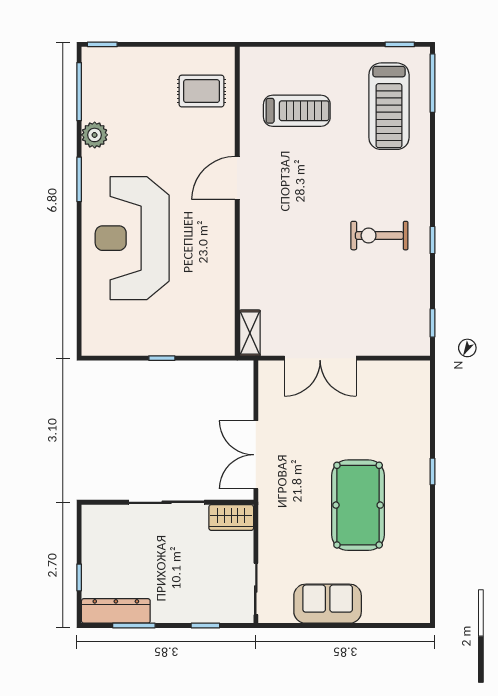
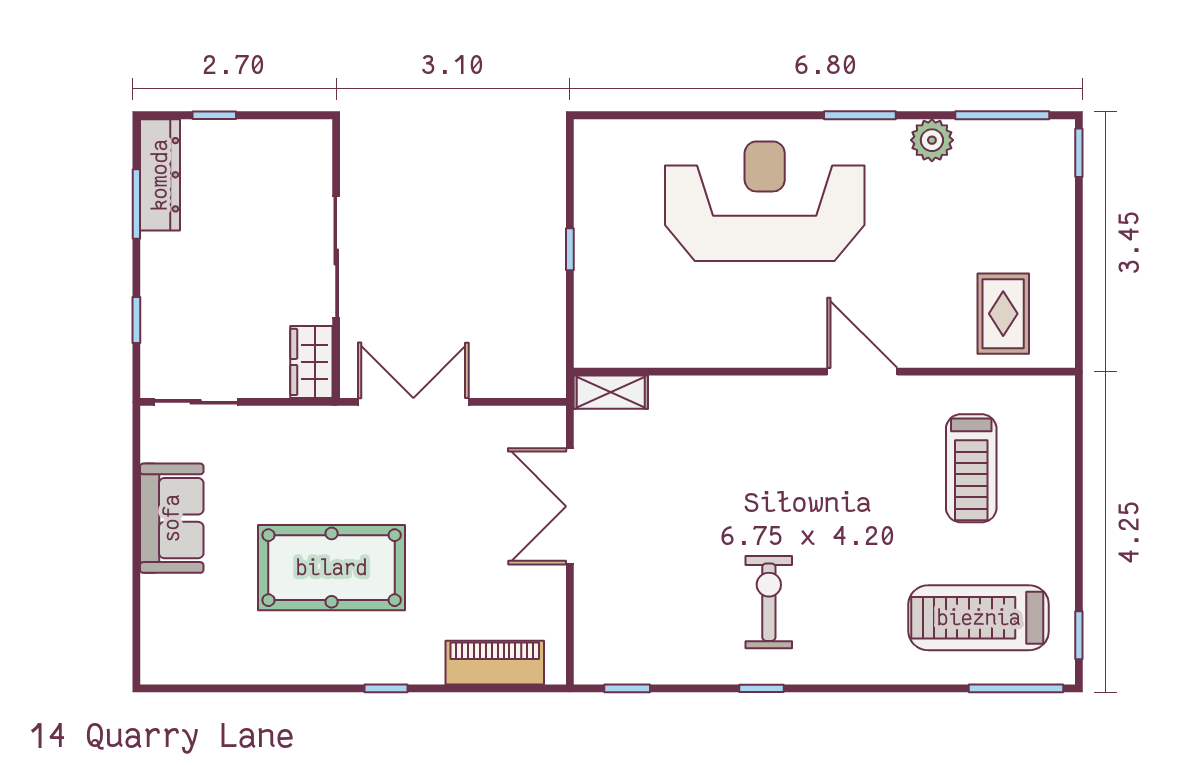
piano: (417, 405) -> (495, 663), added

